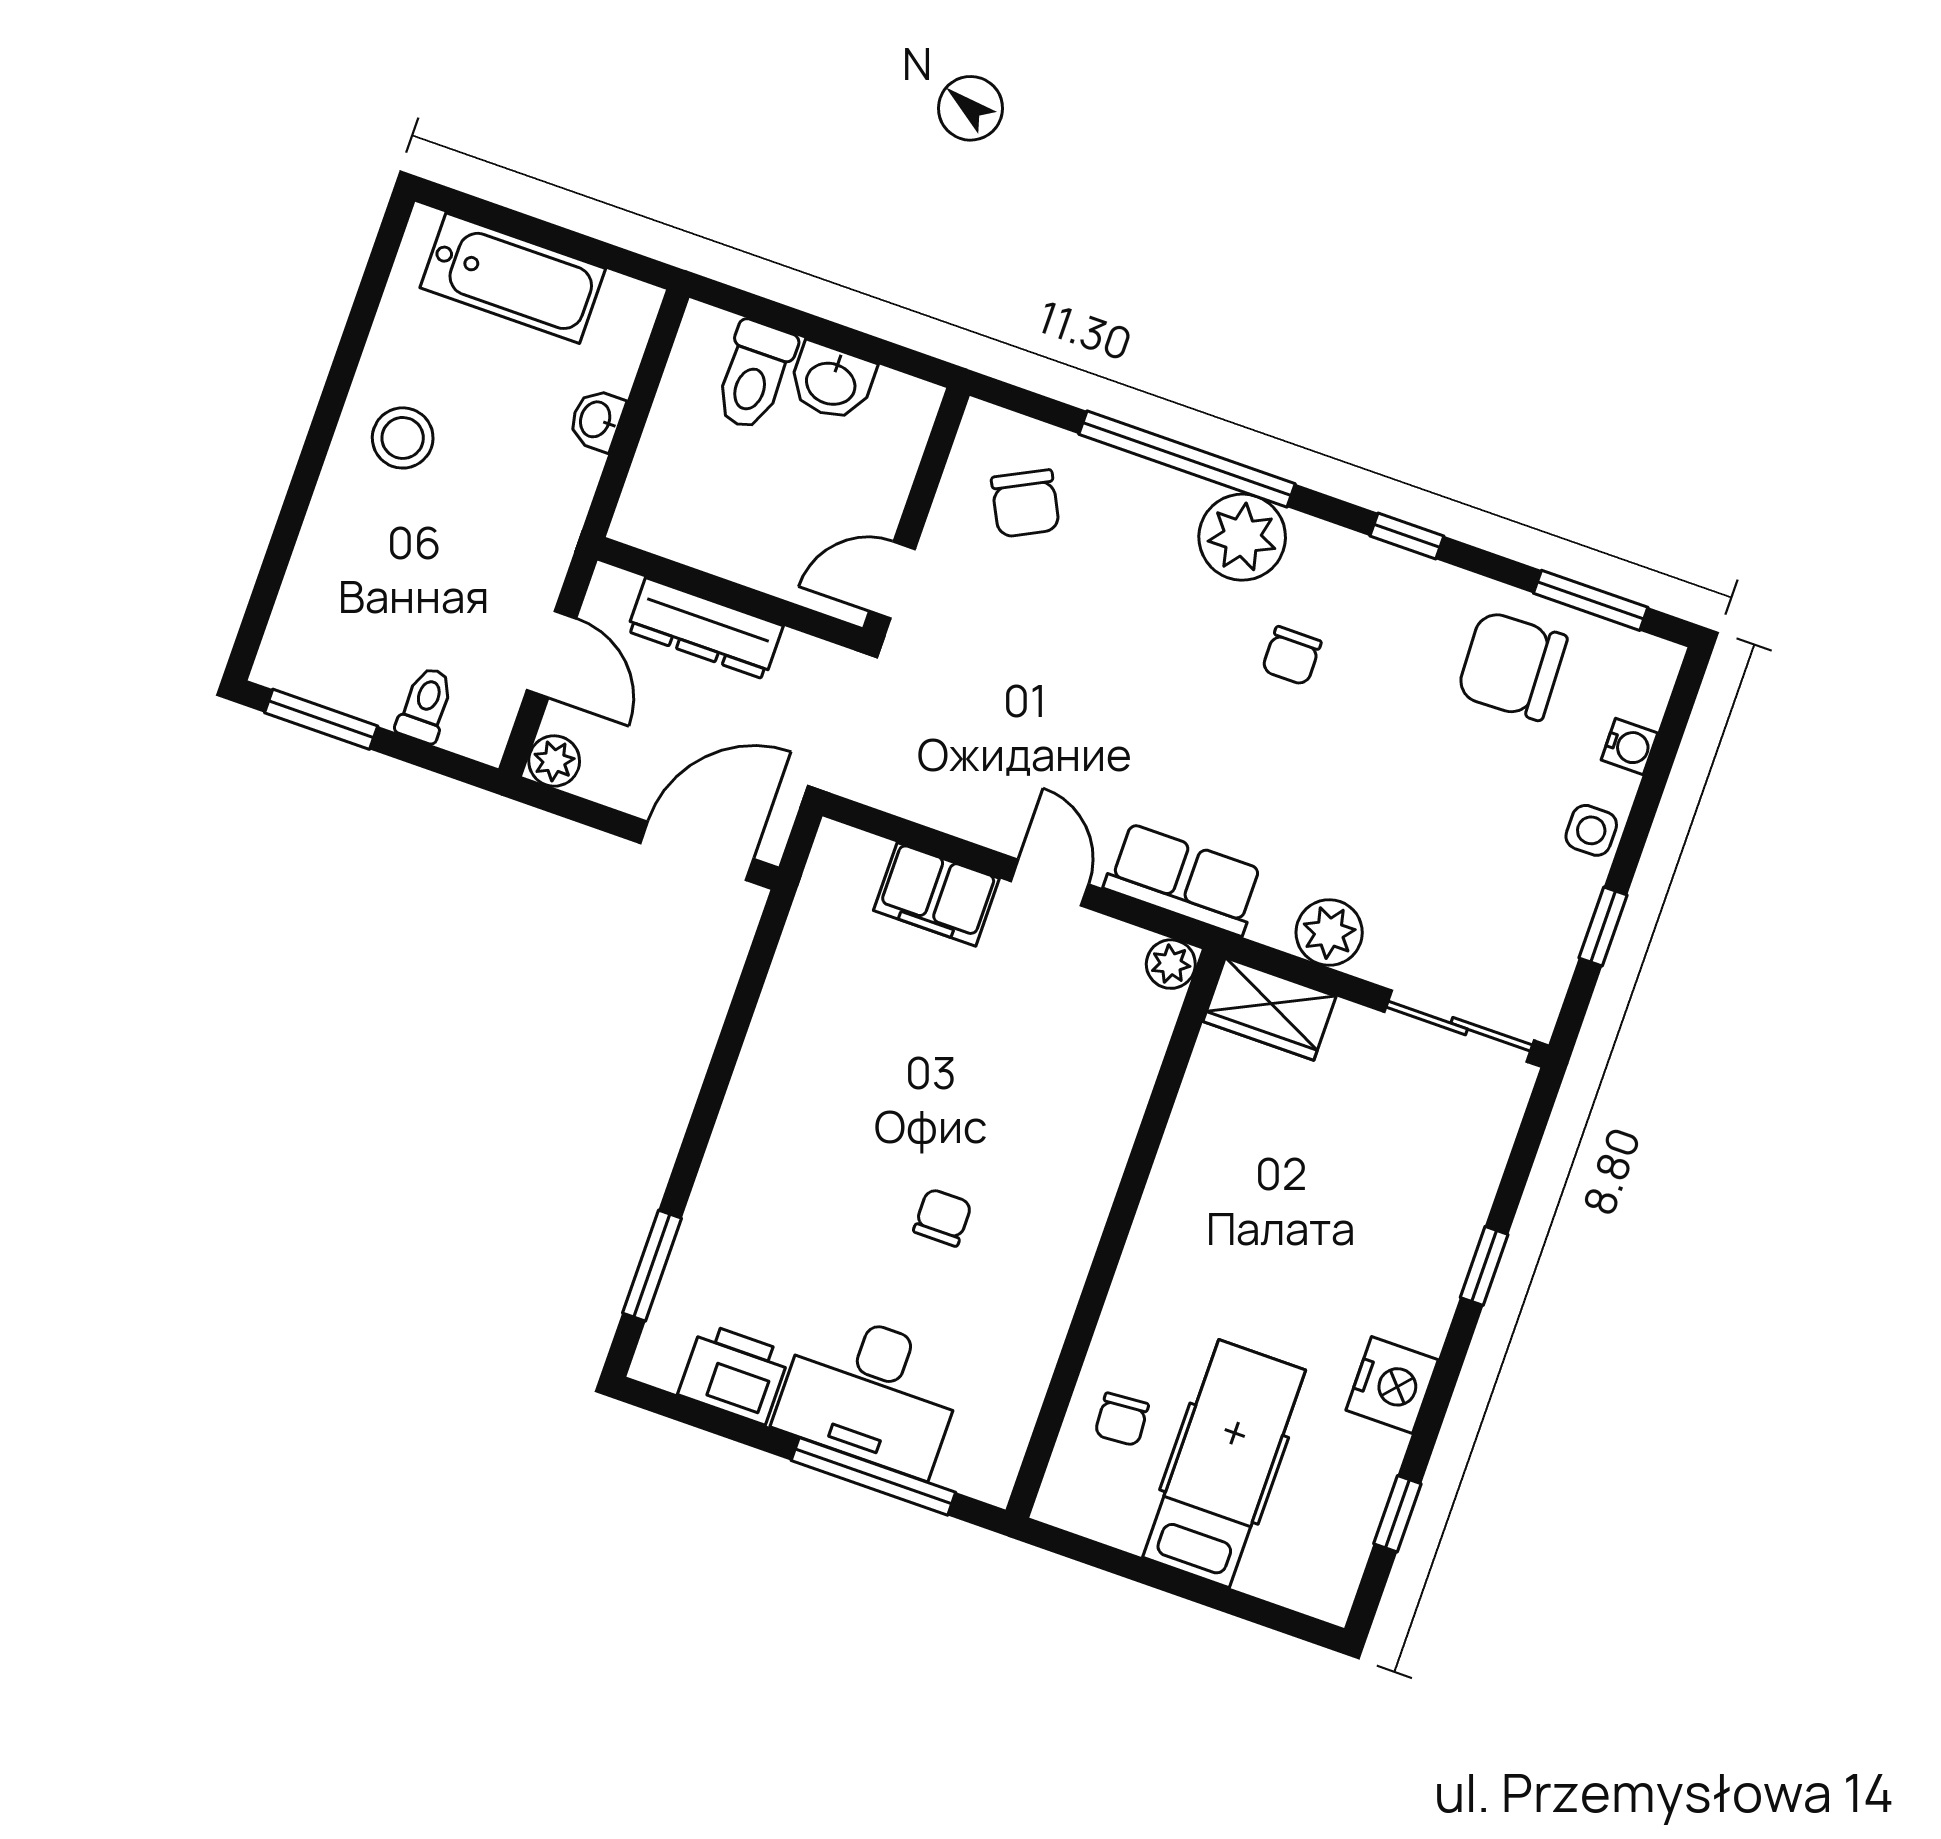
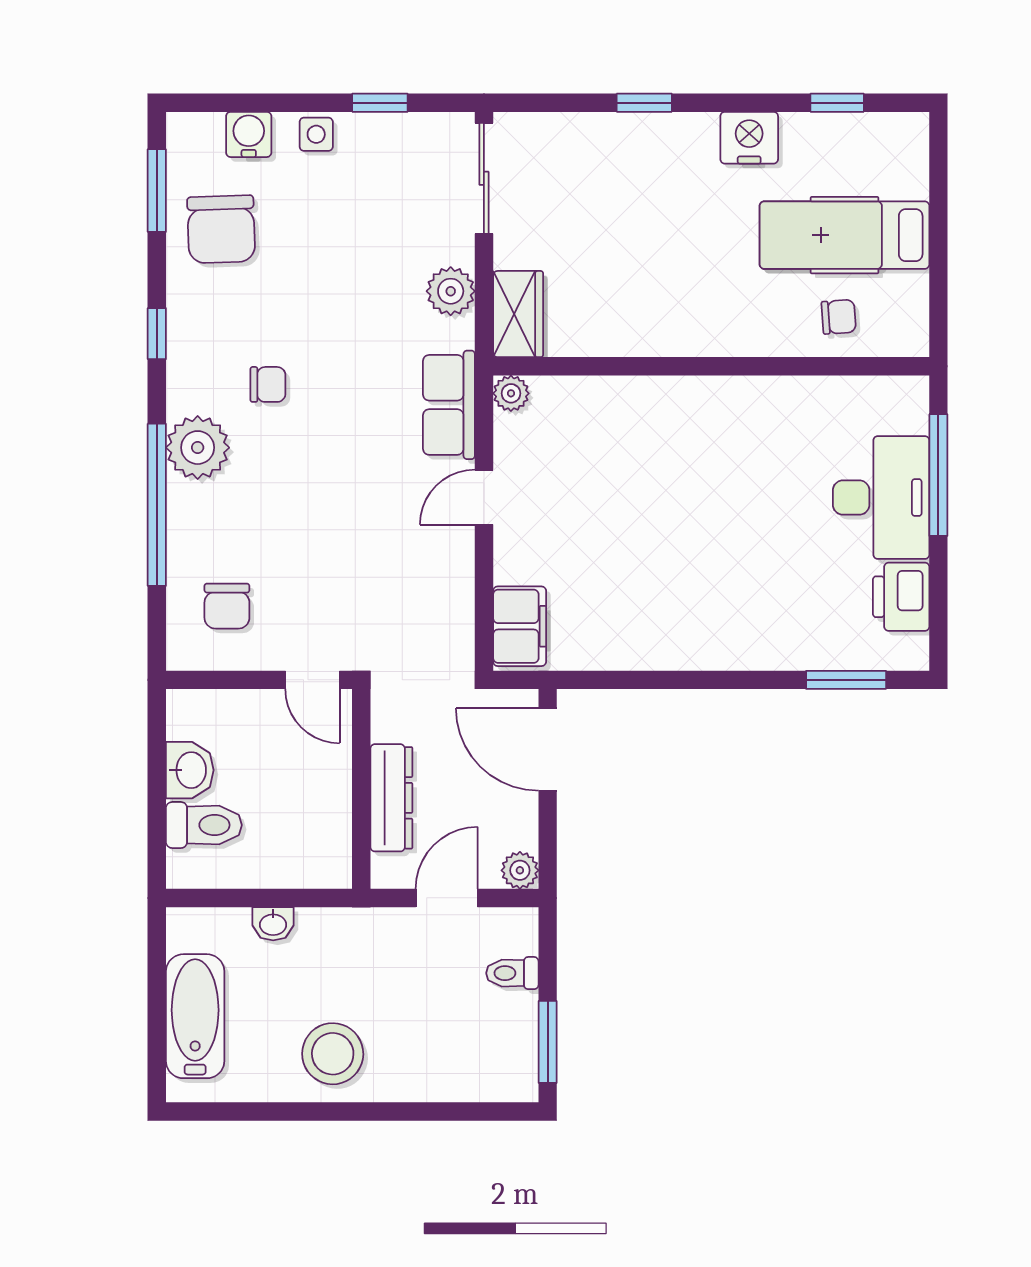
stool: (403, 438) -> (333, 1054), width x1.38, depth x1.38
chair: (1025, 503) -> (227, 606), turned 117
water cooler: (1629, 746) -> (249, 134), width x1.38, depth x1.38
filing cabinet: (936, 894) -> (520, 626), moved
chair: (943, 1217) -> (742, 490), removed

